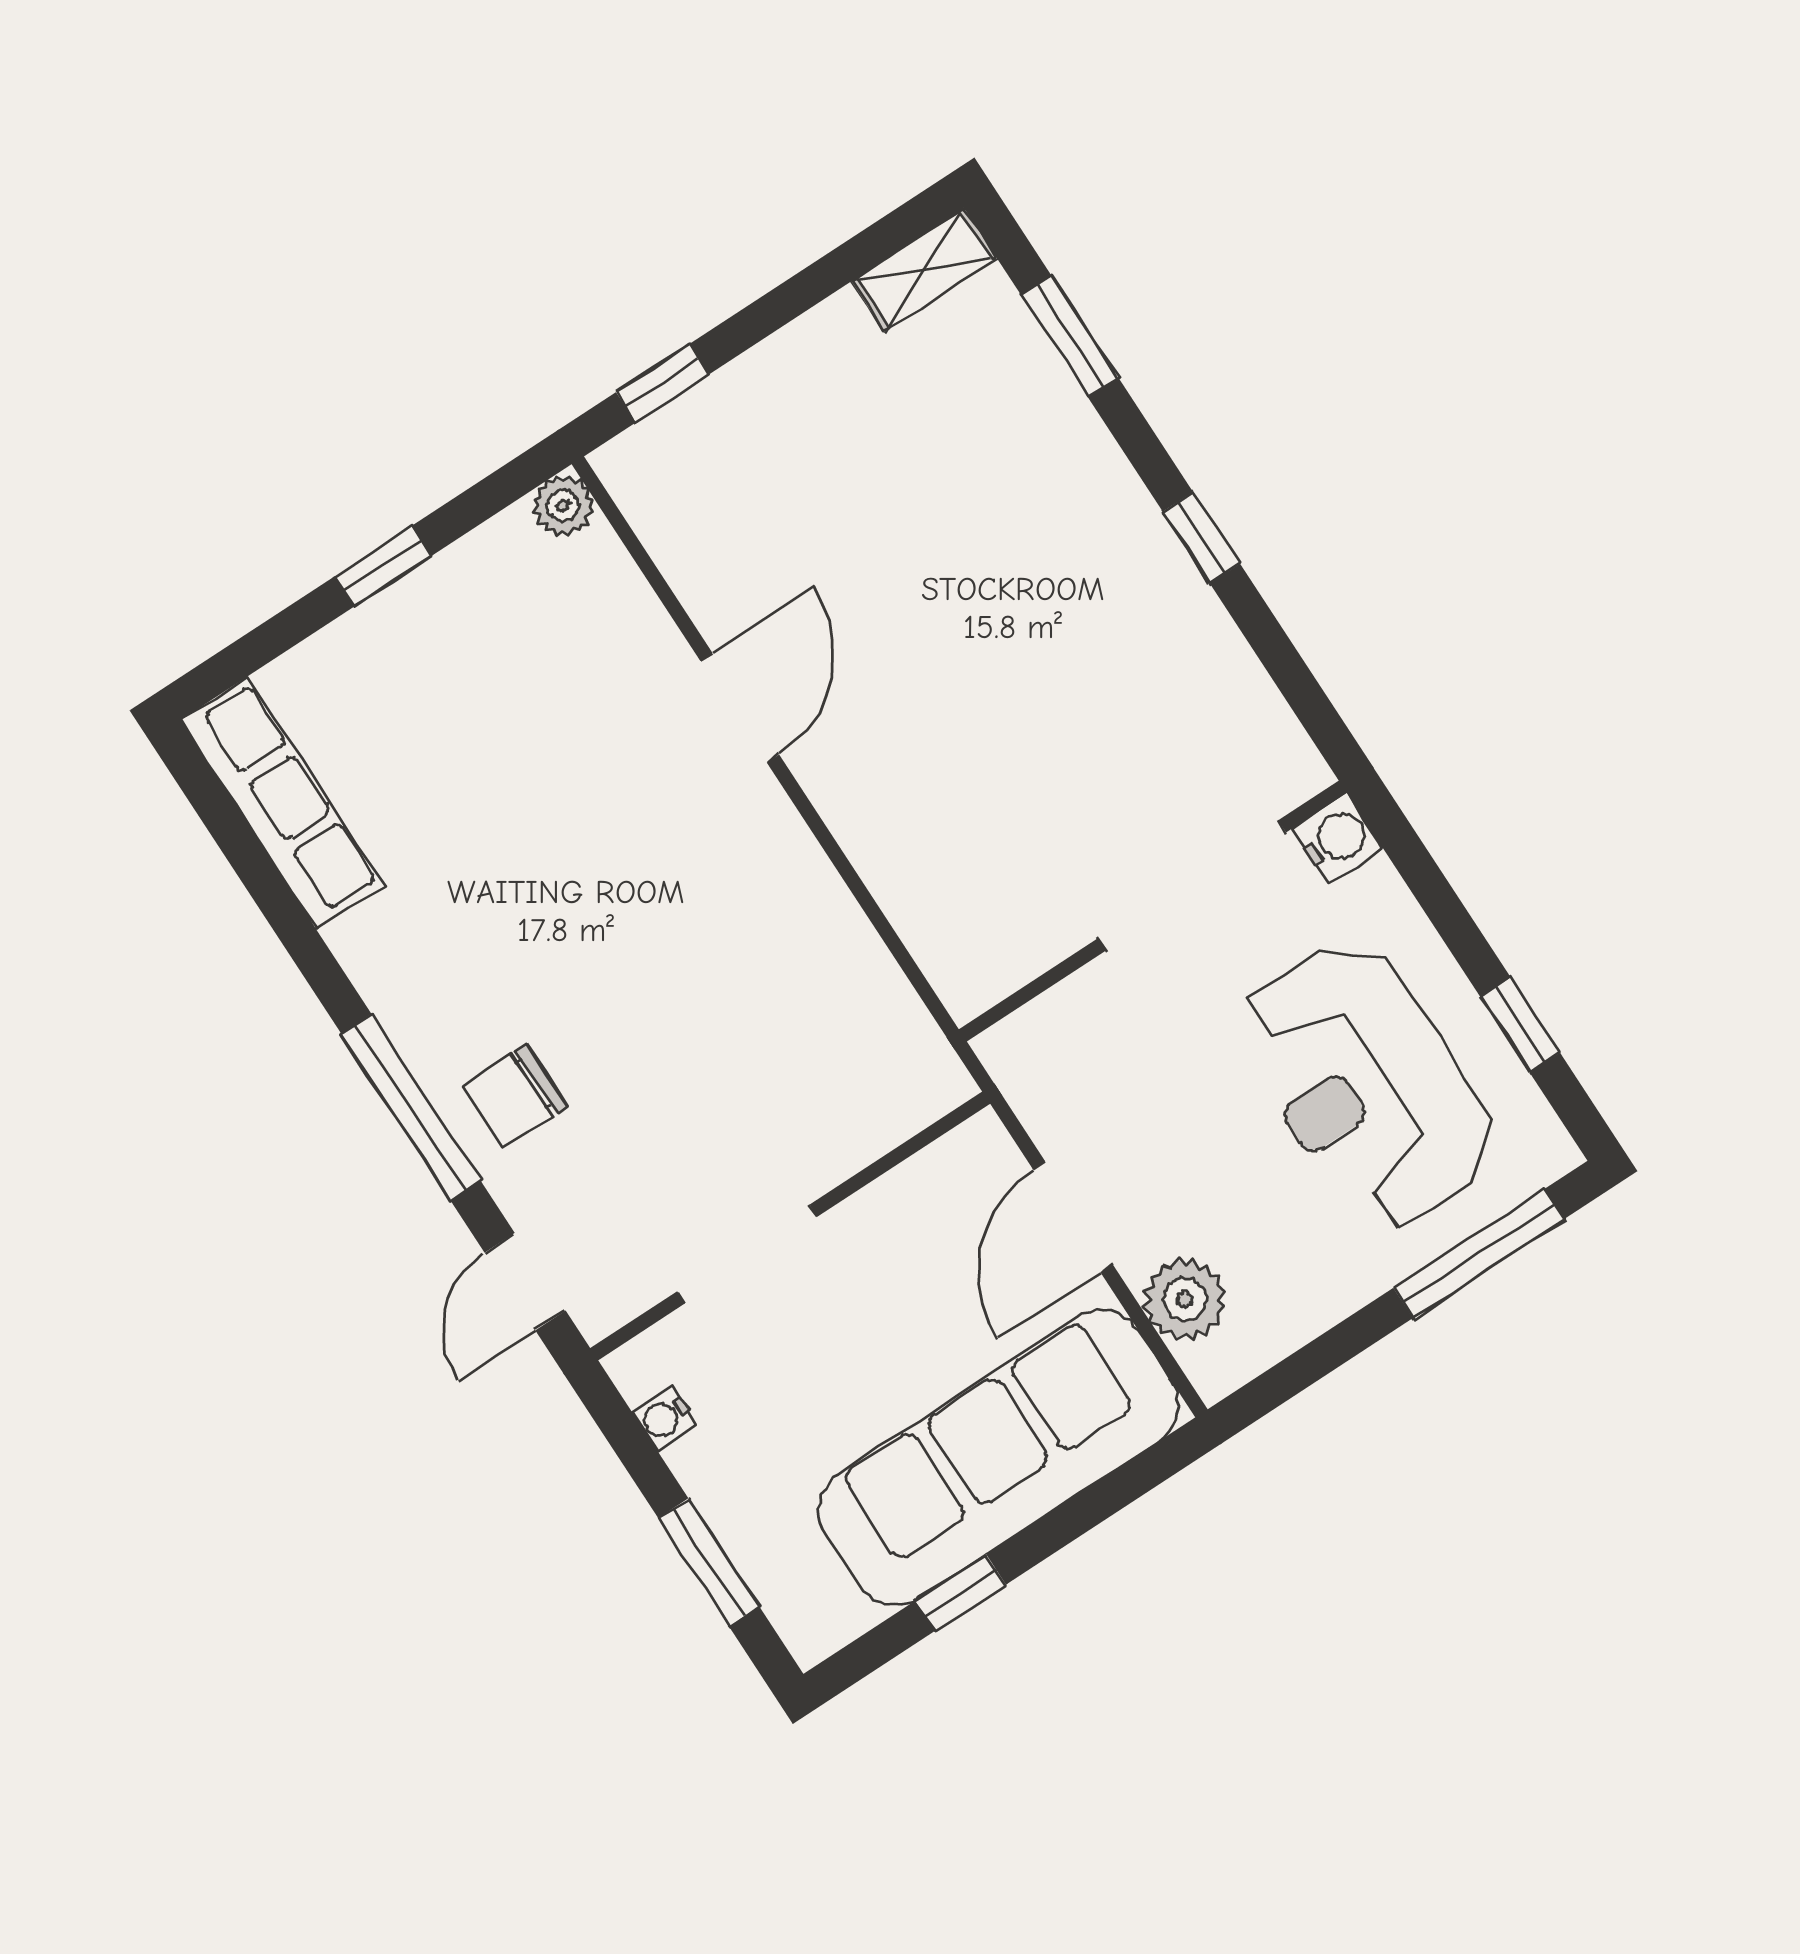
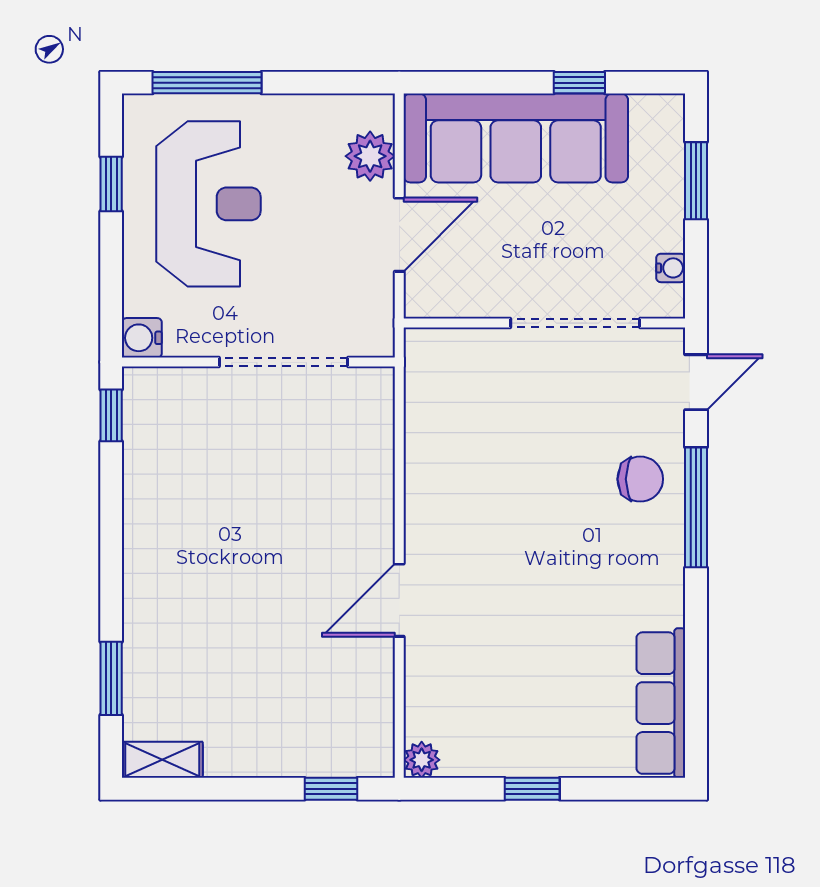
window: (1201, 538) -> (111, 415), moved
doorway: (1192, 885) -> (283, 362), moved
doorway: (747, 1254) -> (575, 323), width x1.36

